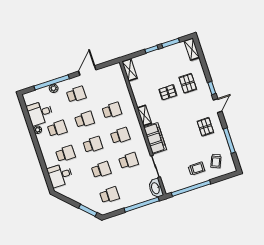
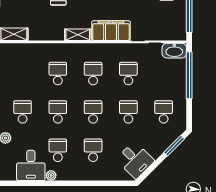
desk: (60, 175) -> (135, 160), moved, turned -45

